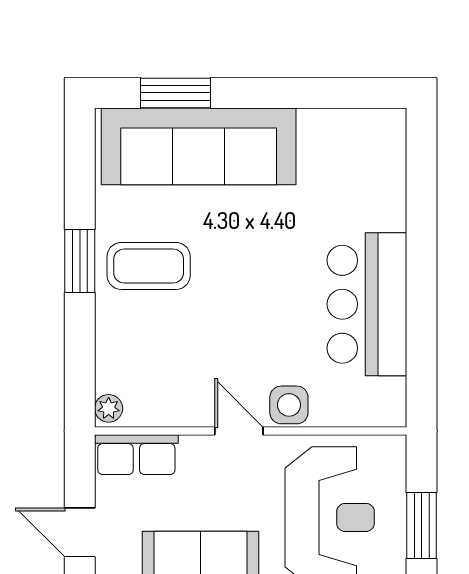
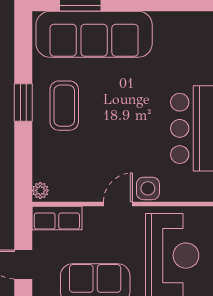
coffee table: (149, 266) -> (64, 106), turned 90
door: (239, 431) -> (118, 204), hinge flipped

